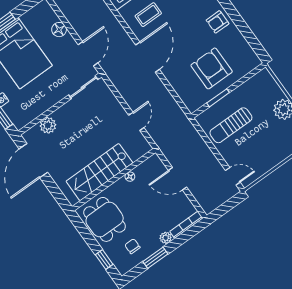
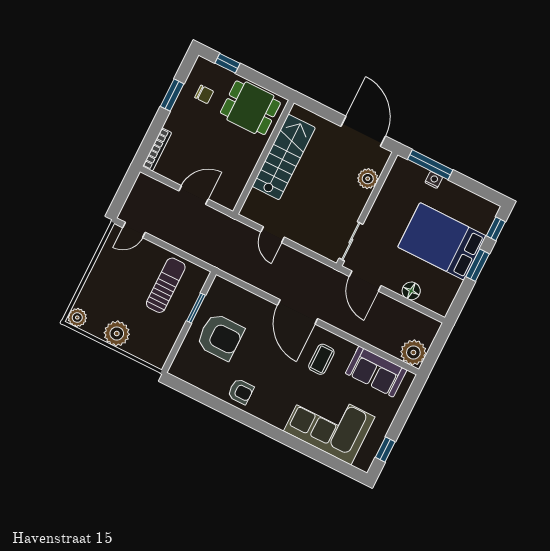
armchair: (218, 22) -> (241, 392), turned 90
floor lamp: (130, 177) -> (247, 170), removed
plant: (166, 238) -> (172, 123), removed

